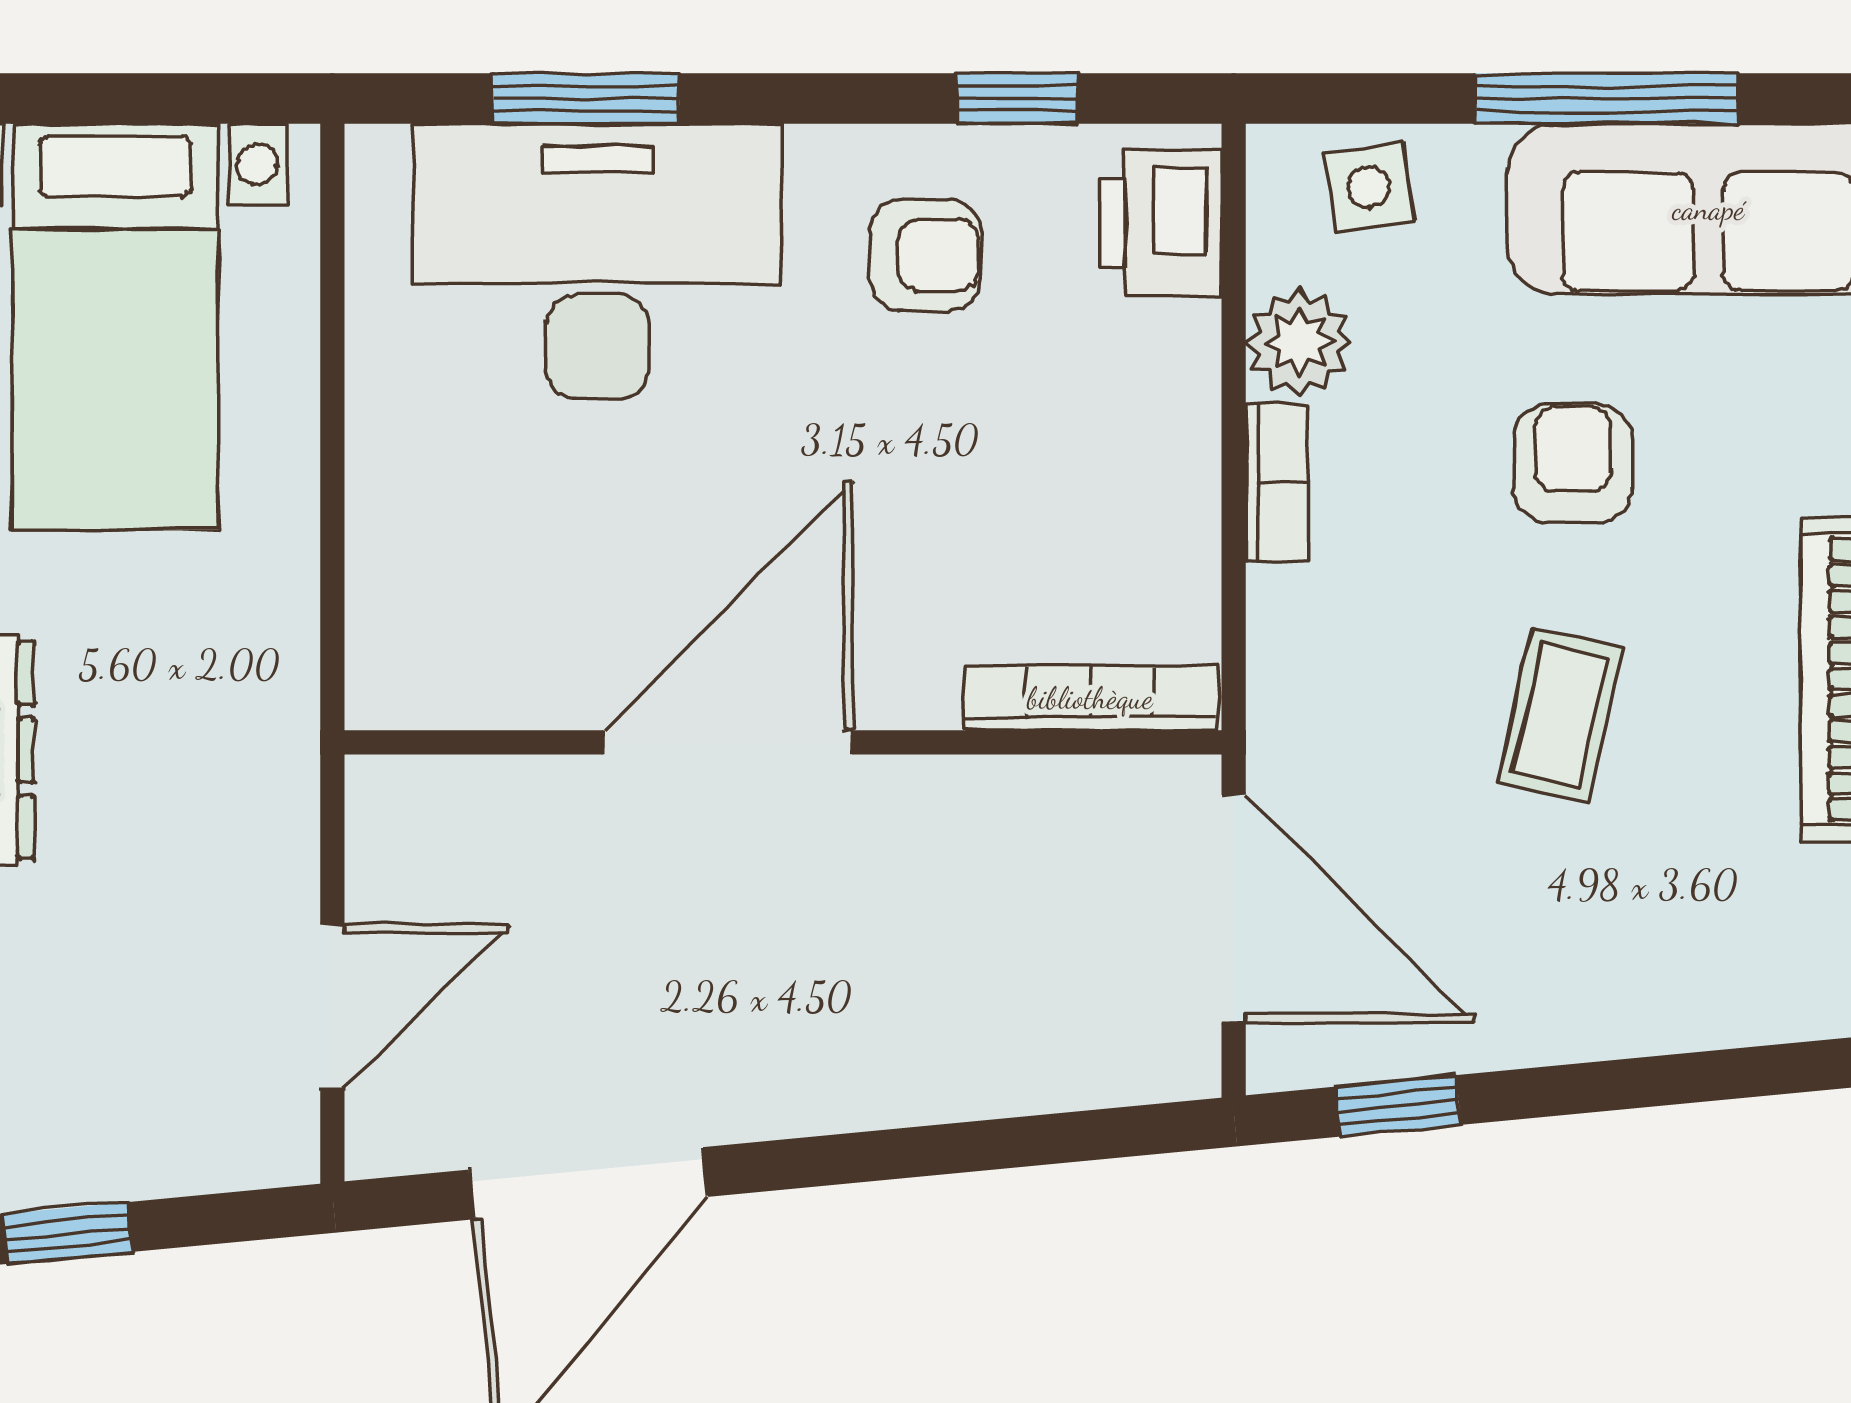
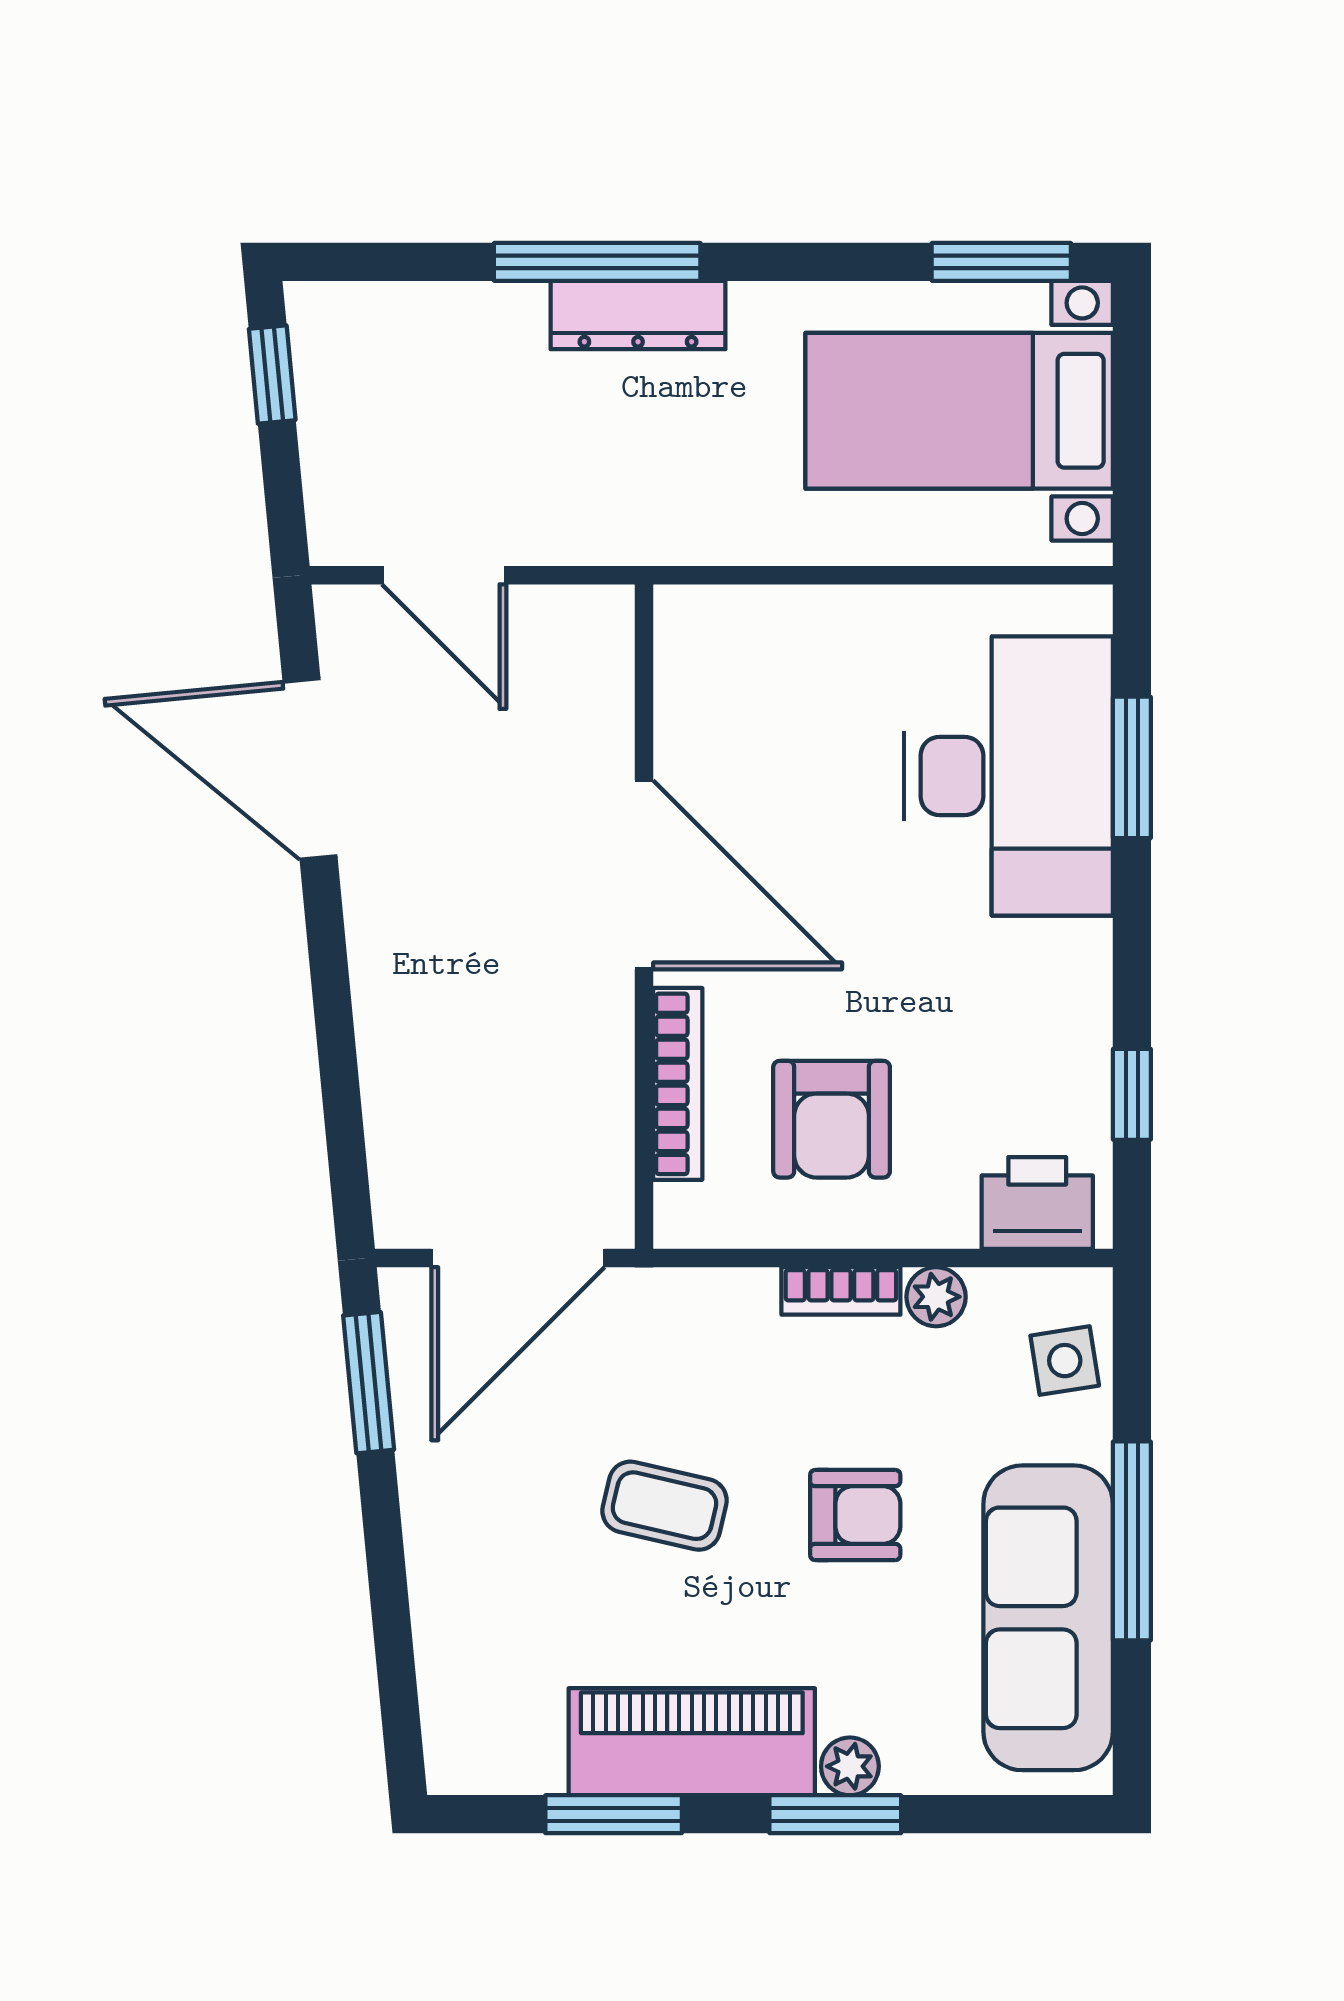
armchair: (925, 255) -> (832, 1119), moved, width x1.38, depth x1.38
plant: (1299, 342) -> (936, 1297), width x0.73, depth x0.73
bookcase: (1090, 698) -> (678, 1084), moved
window: (1398, 1106) -> (369, 1383), width x1.50

